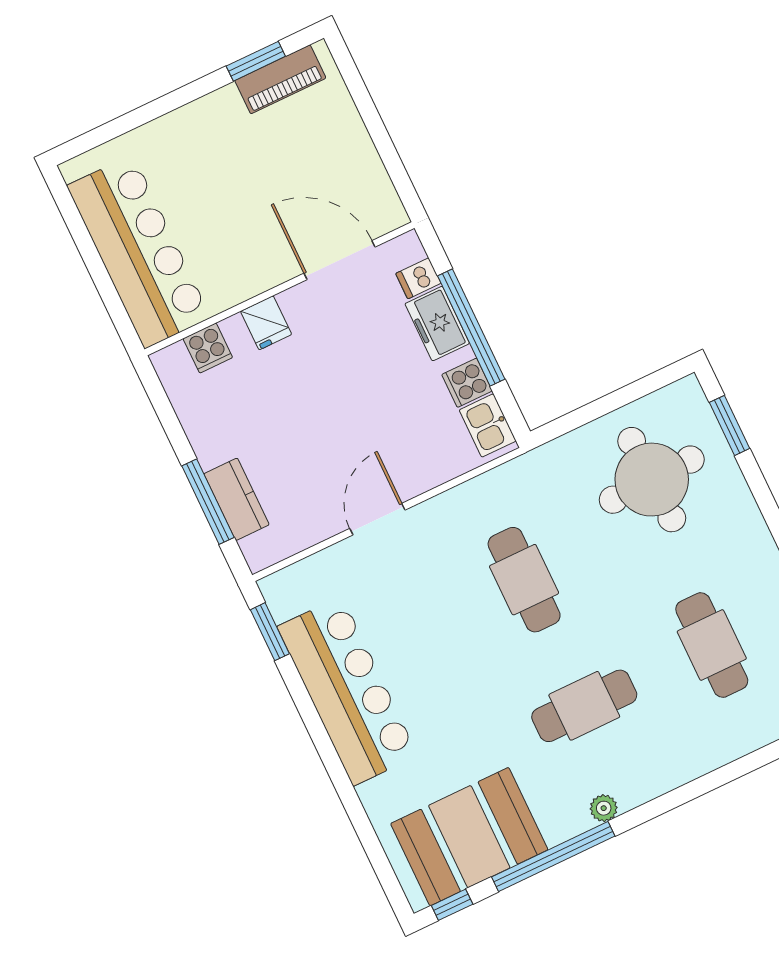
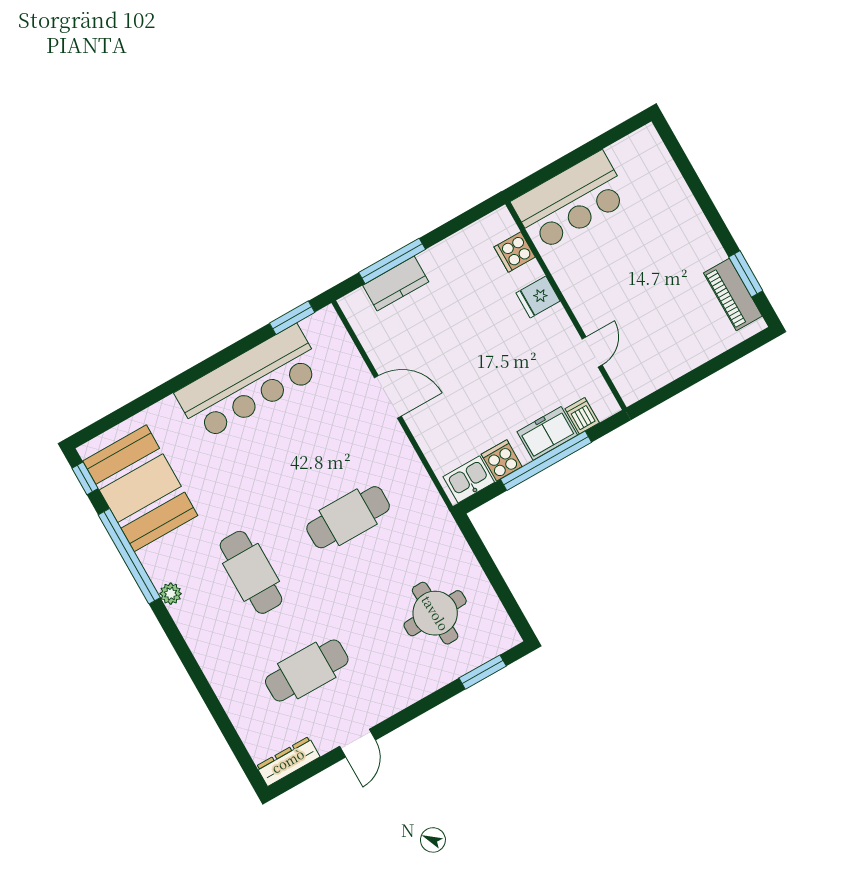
bar counter: (139, 252) -> (571, 201), width x0.73
door: (339, 260) -> (592, 352), width x0.53
round table: (652, 480) -> (435, 613), width x0.73, depth x0.73

